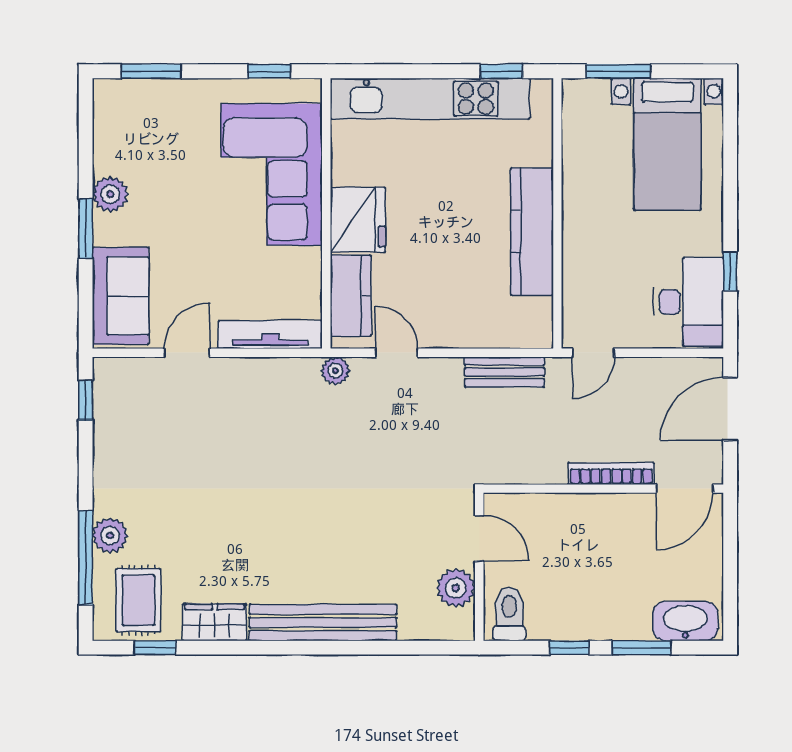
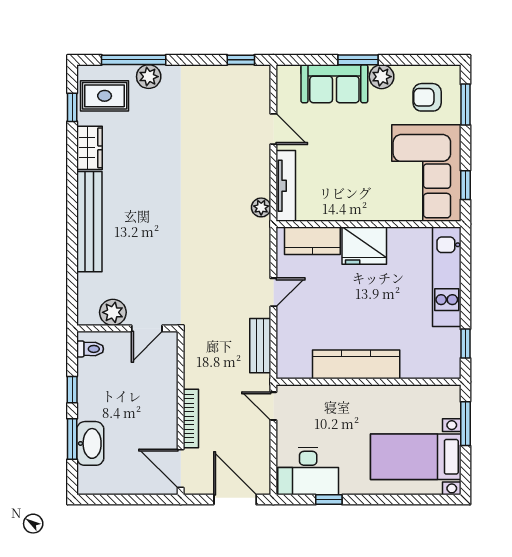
kitchen unit: (430, 99) -> (447, 277), width x0.73
armchair: (141, 127) -> (427, 97), added
corner sofa: (272, 174) -> (426, 173), moved, turned -90
sofa: (121, 296) -> (334, 84), moved
door: (397, 353) -> (273, 292), moved
plant: (335, 371) -> (261, 207), moved
toilet: (509, 614) -> (90, 349), width x0.73, depth x0.72
washbasin: (685, 621) -> (90, 443), moved

